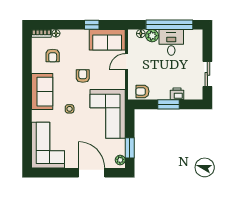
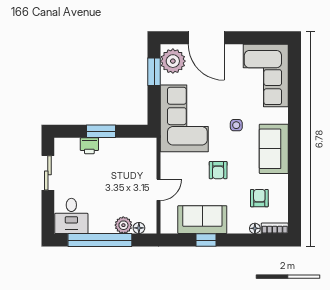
sofa: (107, 40) -> (202, 220), moved
desk: (171, 42) -> (71, 216), moved
armchair: (142, 91) -> (137, 149), removed
plant: (120, 160) -> (173, 61), width x1.87, depth x1.87

